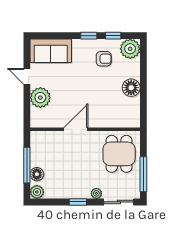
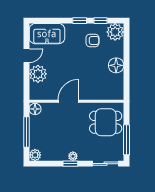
door: (27, 76) -> (26, 56), swing flipped
dining table: (119, 154) -> (106, 122), turned 90
floor lamp: (37, 174) -> (35, 109), moved
plant: (96, 193) -> (73, 156), moved

